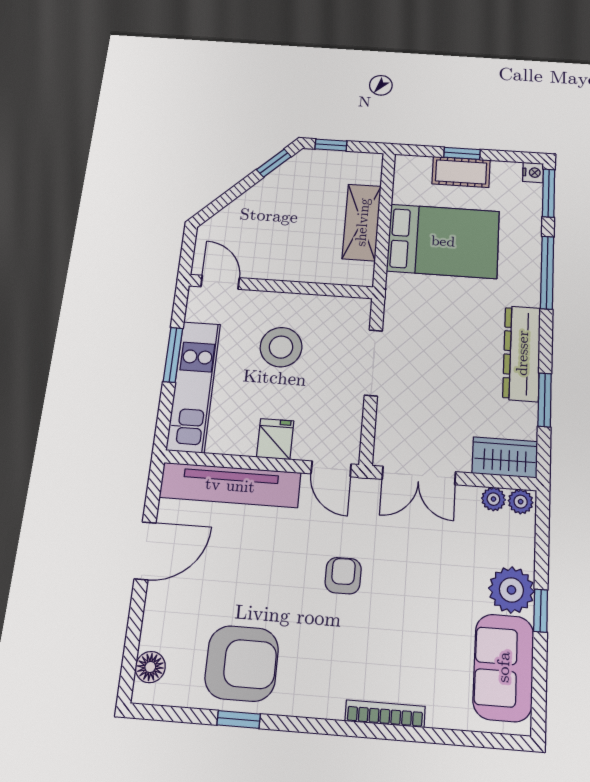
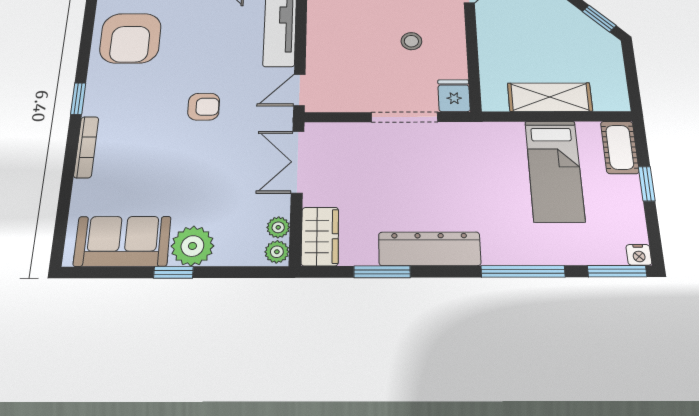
window: (331, 145) -> (630, 64), removed
cot: (461, 172) -> (620, 147), moved
bed: (443, 241) -> (555, 171), width x0.67
stool: (281, 347) -> (411, 41), width x0.53, depth x0.53
fridge: (275, 439) -> (454, 96), moved, turned -90
window: (239, 719) -> (78, 99), moved

